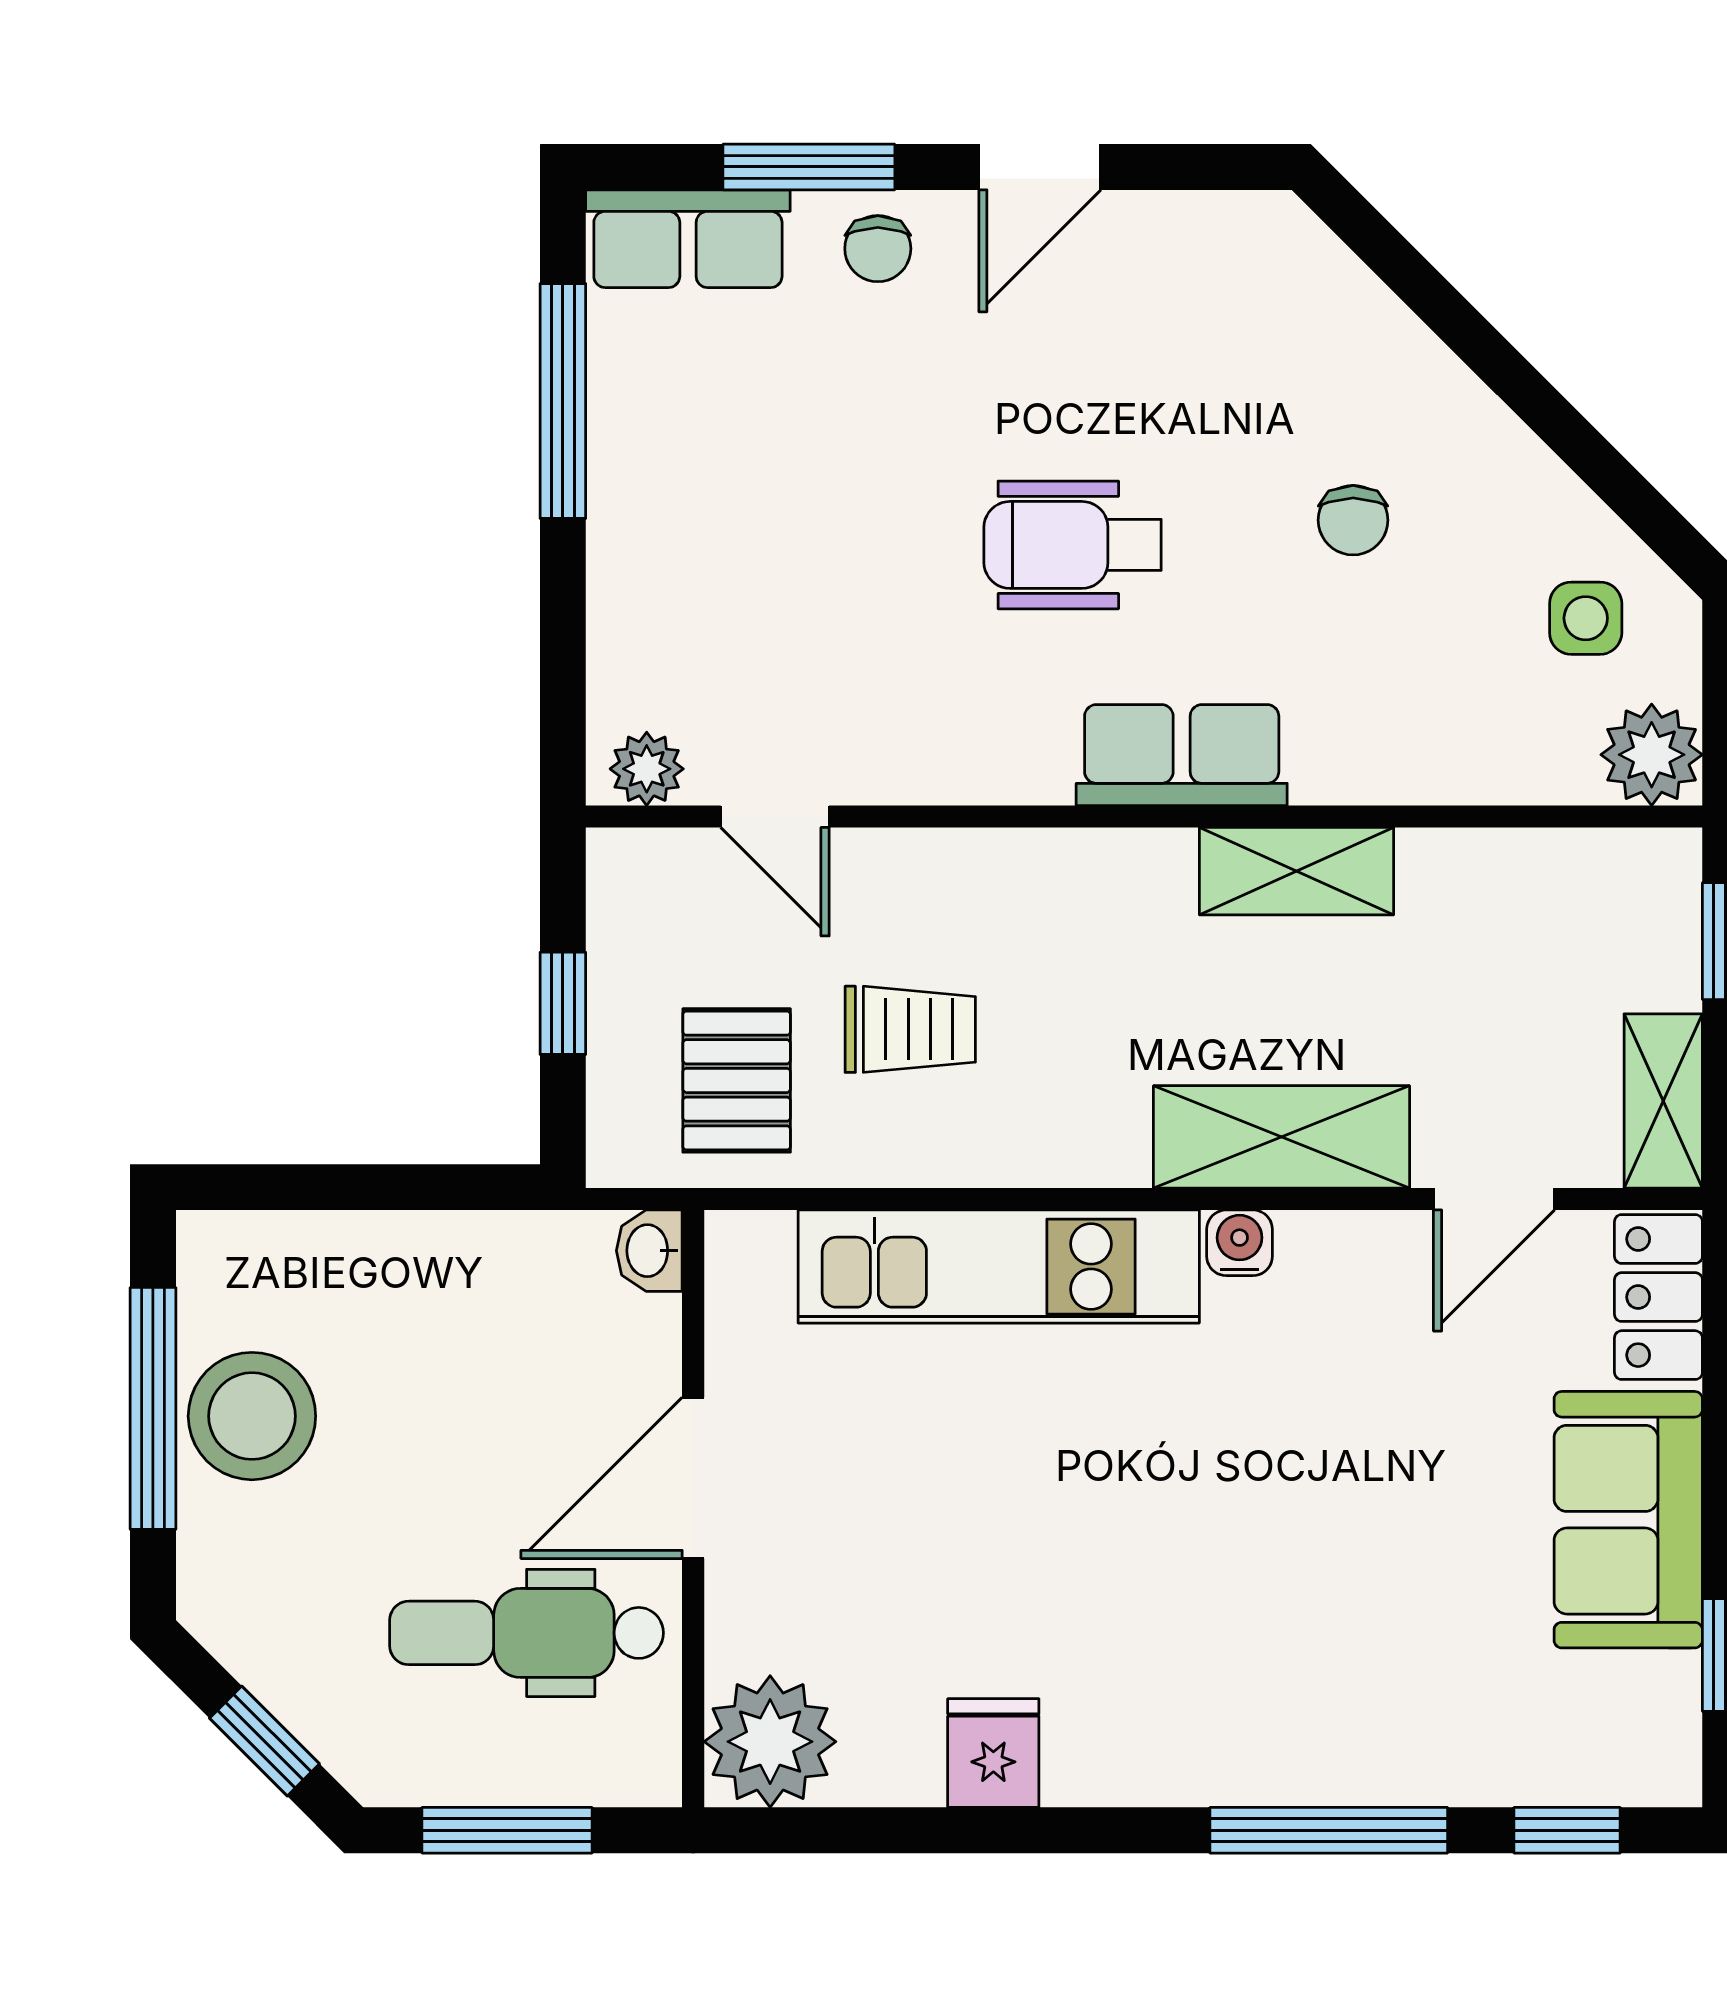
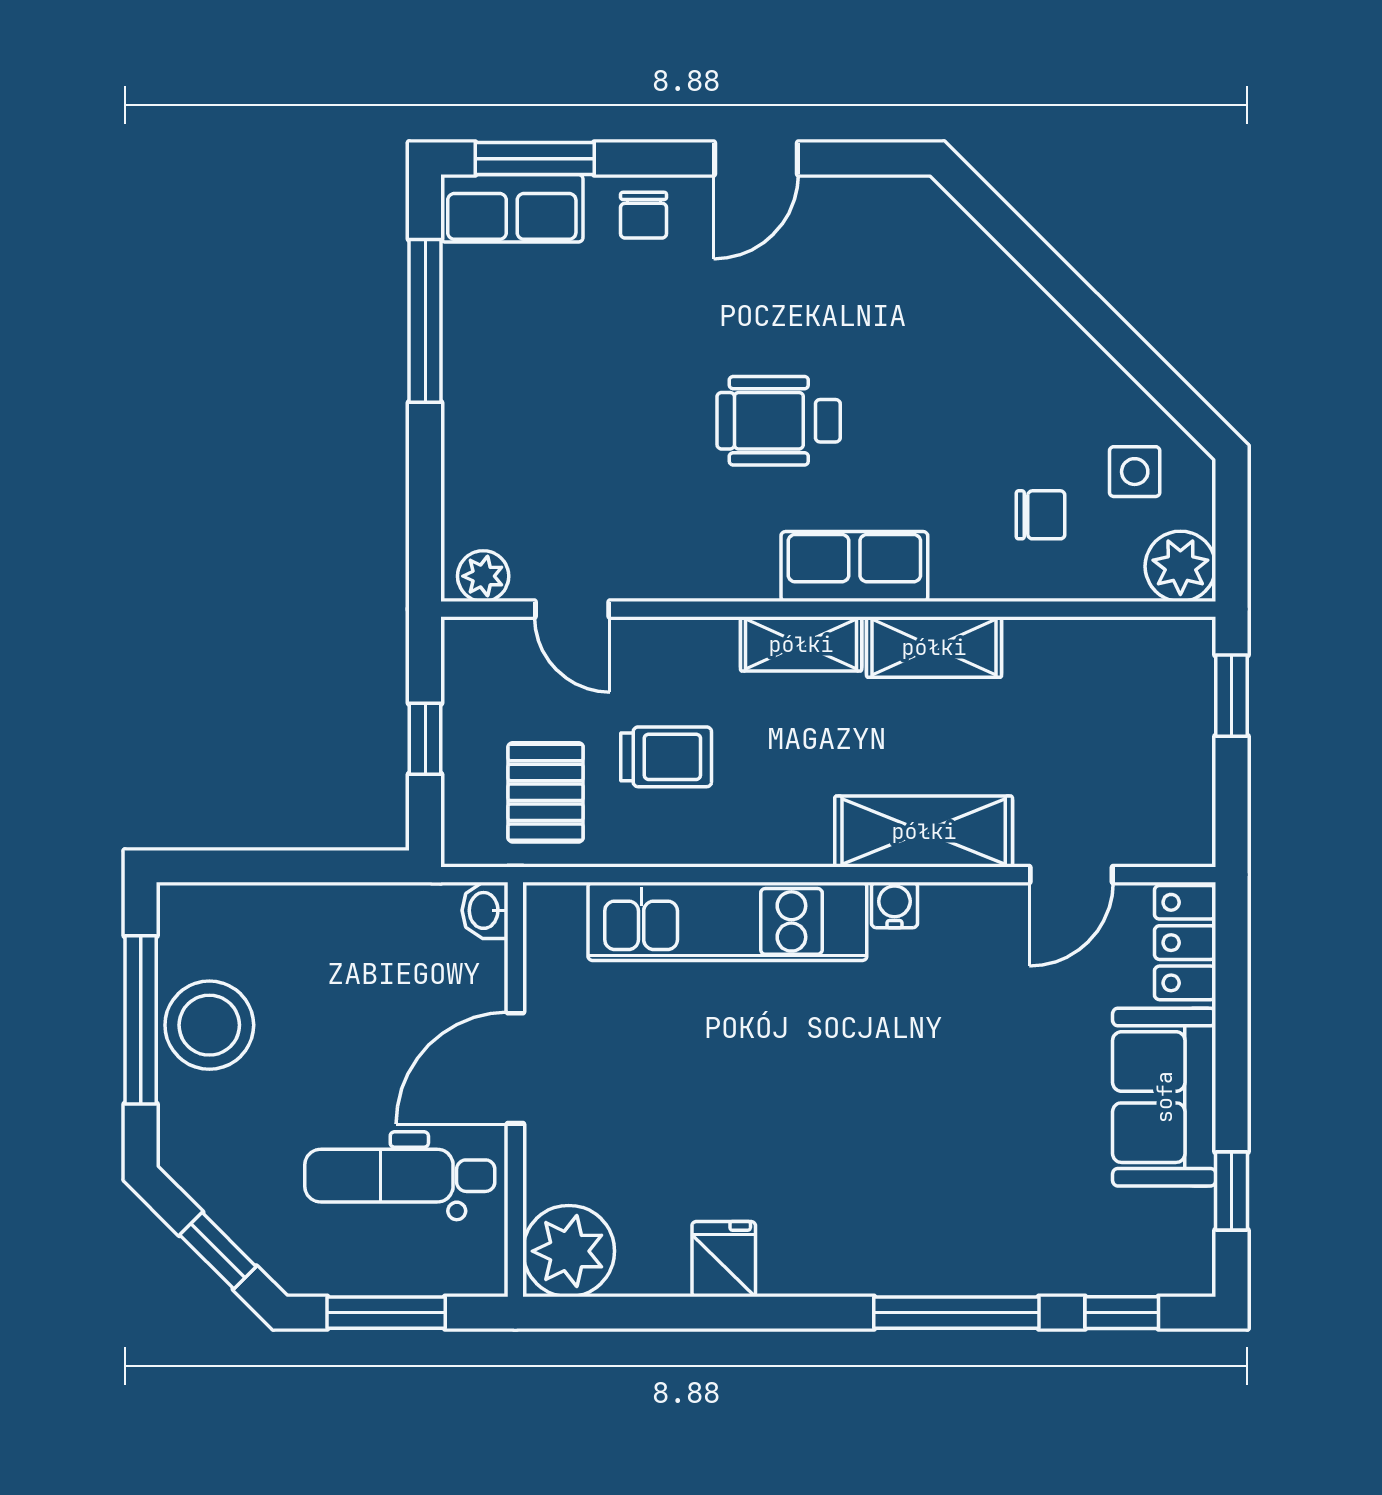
window: (809, 167) -> (535, 159), moved
chair: (1353, 520) -> (1041, 515), moved, turned -90
shelving: (1663, 1101) -> (801, 644), moved, turned 90

